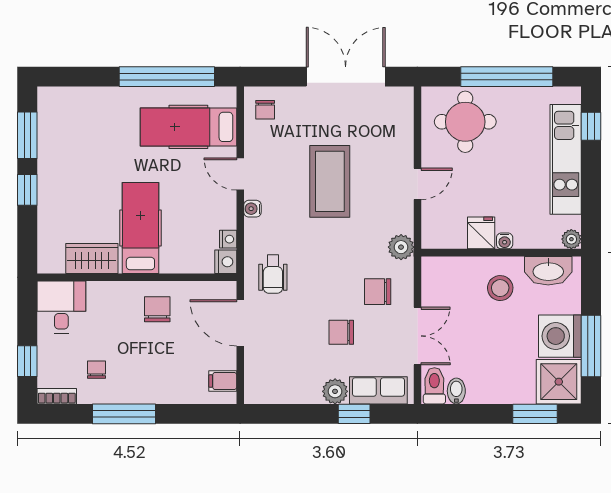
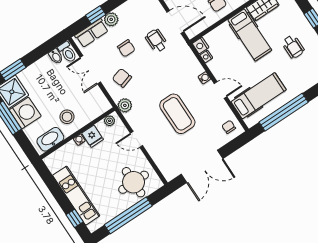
wheelchair: (87, 166) -> (293, 47), added
door: (417, 184) -> (137, 139), hinge flipped
plant: (571, 239) -> (109, 121), moved
wheelchair: (273, 274) -> (156, 41), moved
chair: (378, 292) -> (122, 78), turned -107
chair: (341, 332) -> (126, 48), turned 90

